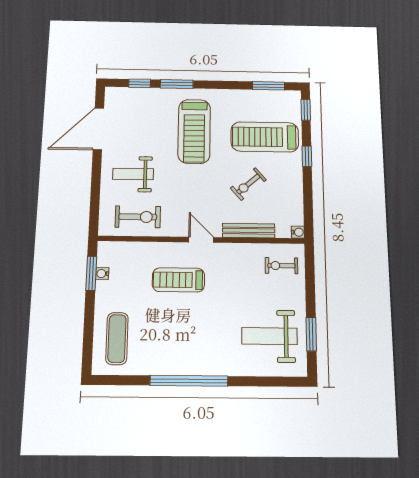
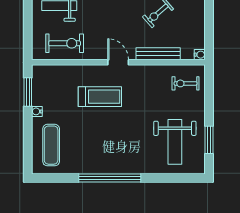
water cooler: (102, 274) -> (37, 111), moved
treadmill: (178, 280) -> (100, 97), turned 180
weight bench: (269, 336) -> (175, 142), turned -90

